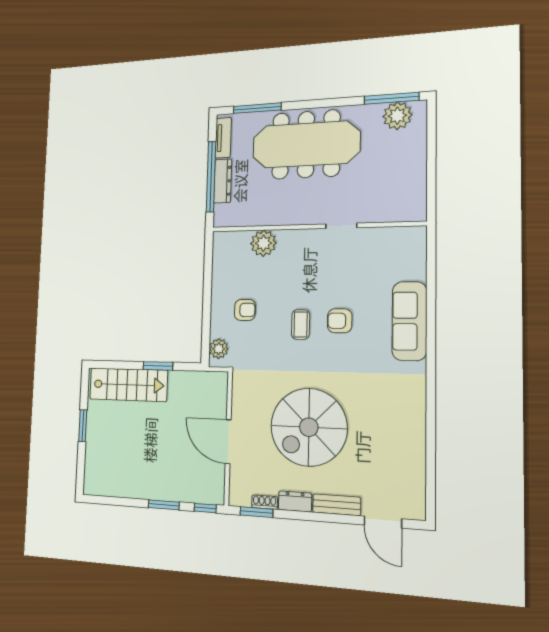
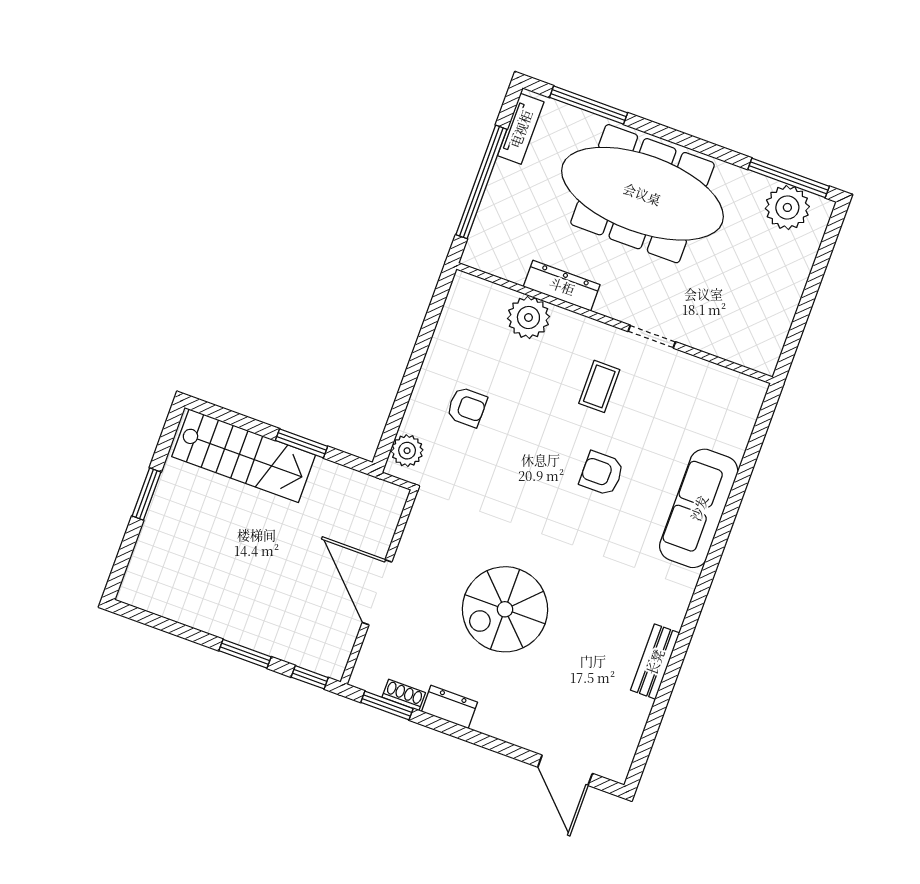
dresser: (223, 181) -> (562, 286), moved, turned -90
coffee table: (301, 325) -> (599, 386), moved
spiral stairs: (309, 427) -> (505, 609), width x0.73, depth x0.73
bench: (337, 505) -> (655, 662), moved, turned 90

